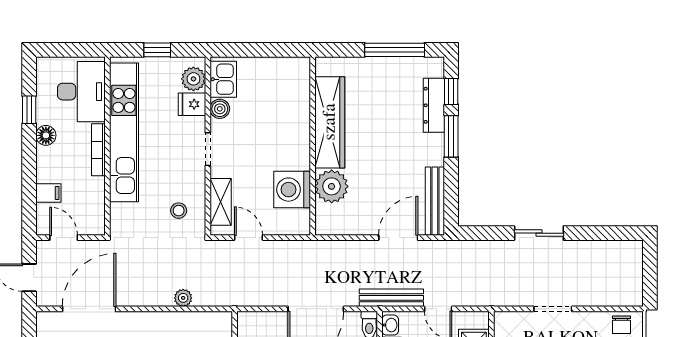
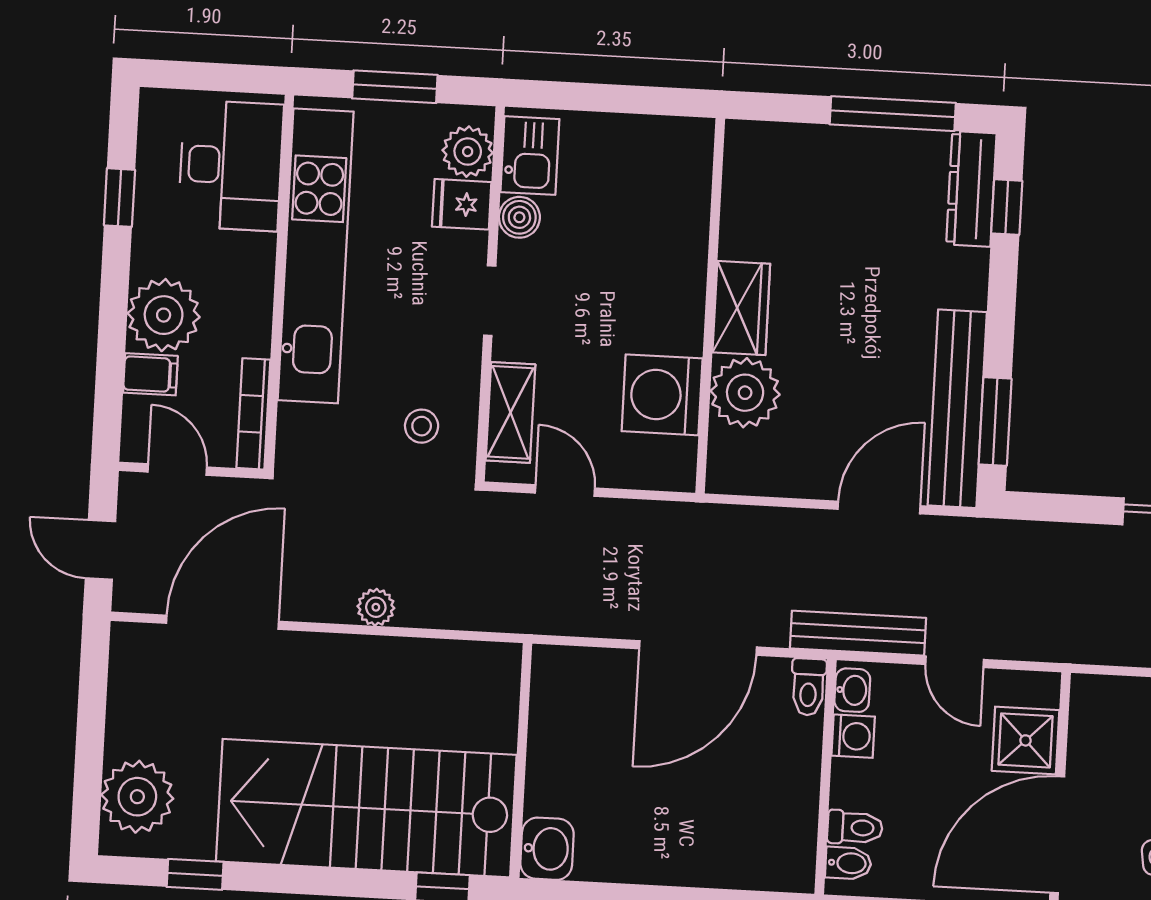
window: (157, 50) -> (395, 87), width x1.50
dresser: (434, 105) -> (971, 189), moved
wardrobe: (330, 122) -> (741, 308), width x0.48, depth x0.85
floor lamp: (46, 135) -> (152, 253), removed
window: (451, 136) -> (995, 421), moved
bookcase: (98, 150) -> (253, 414), moved
plant: (53, 164) -> (164, 315), added
bench: (435, 201) -> (957, 409), width x1.37, depth x1.21
plant: (183, 298) -> (376, 607), moved

